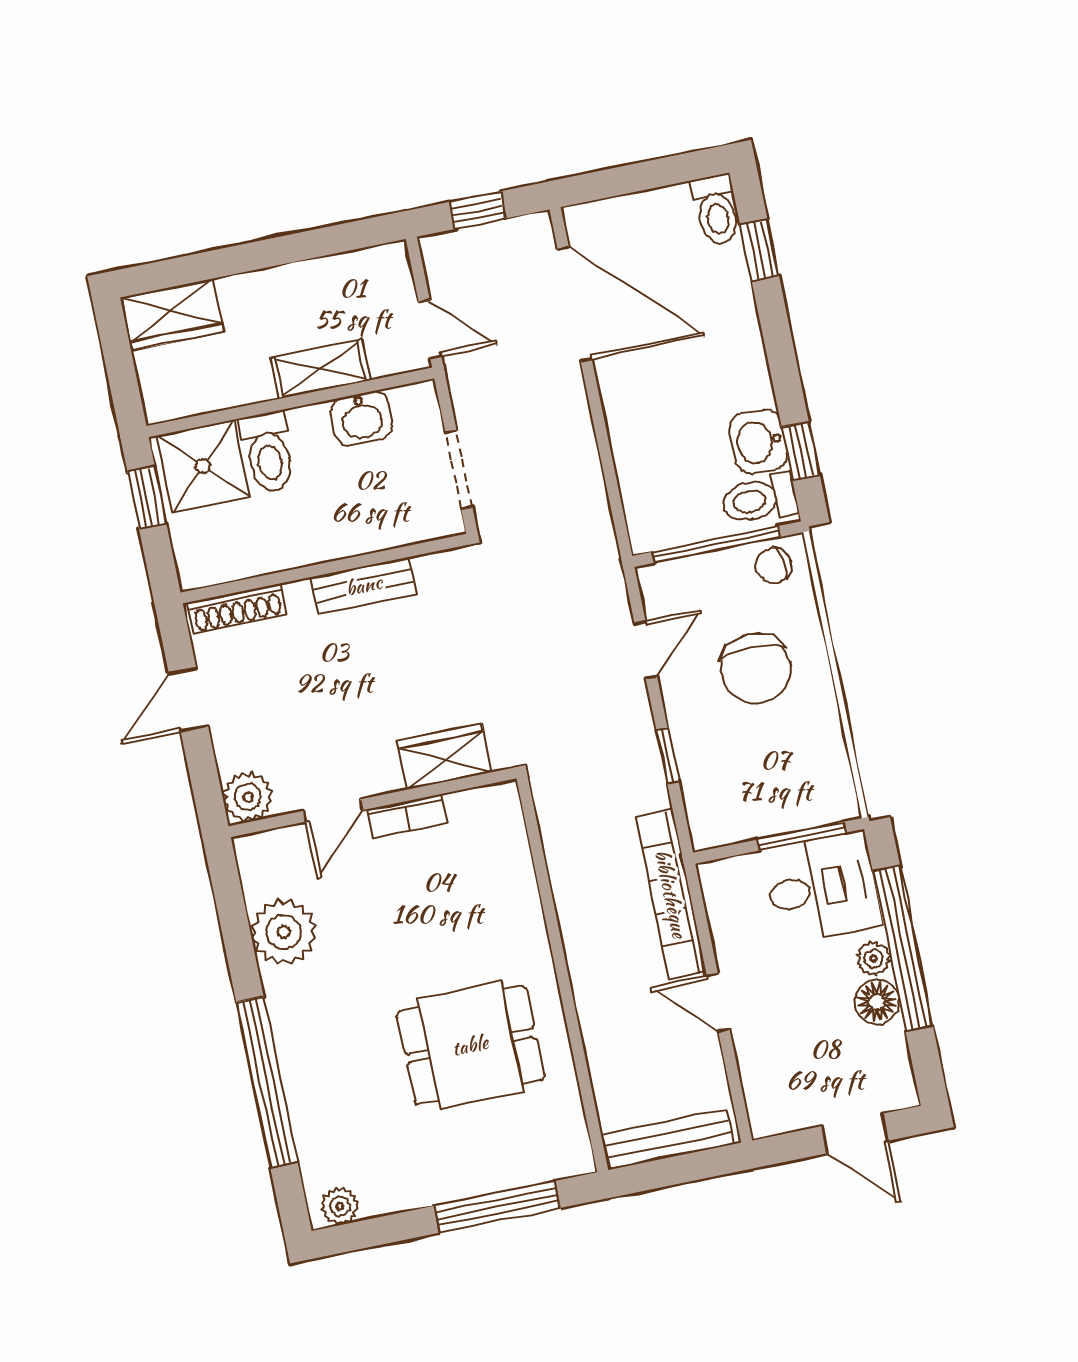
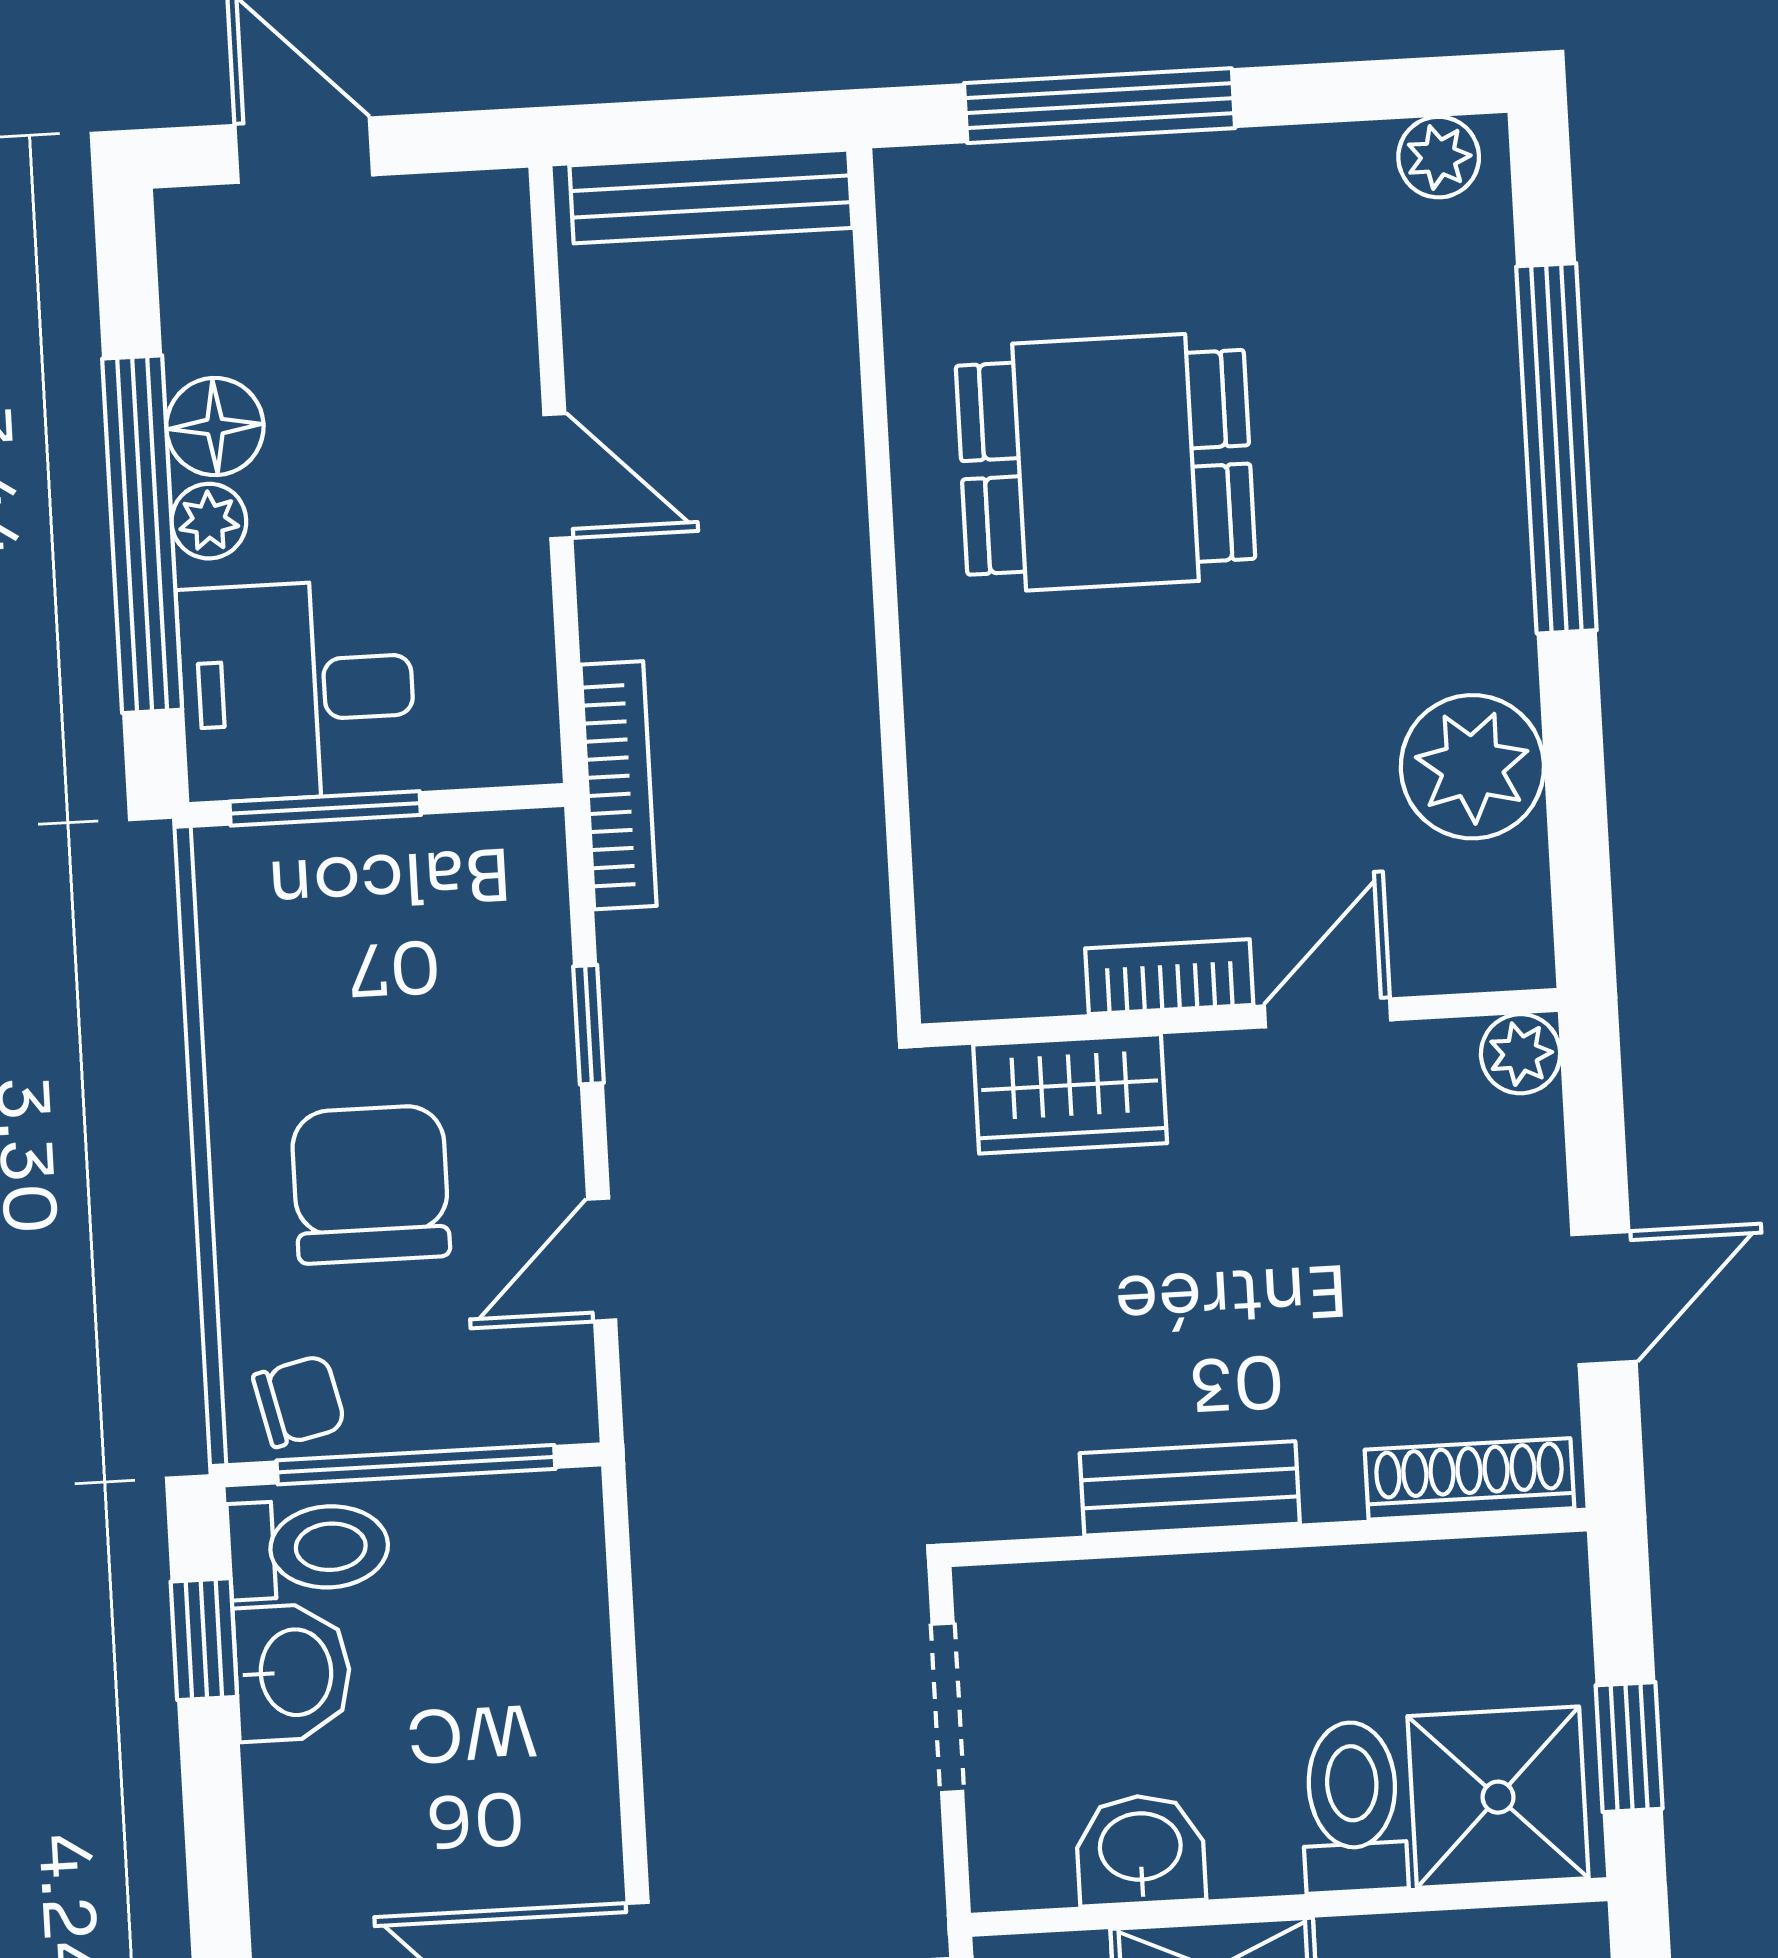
plant: (248, 797) -> (1521, 1054), width x0.73, depth x0.73
bookcase: (671, 894) -> (619, 785), width x0.68, depth x0.76

